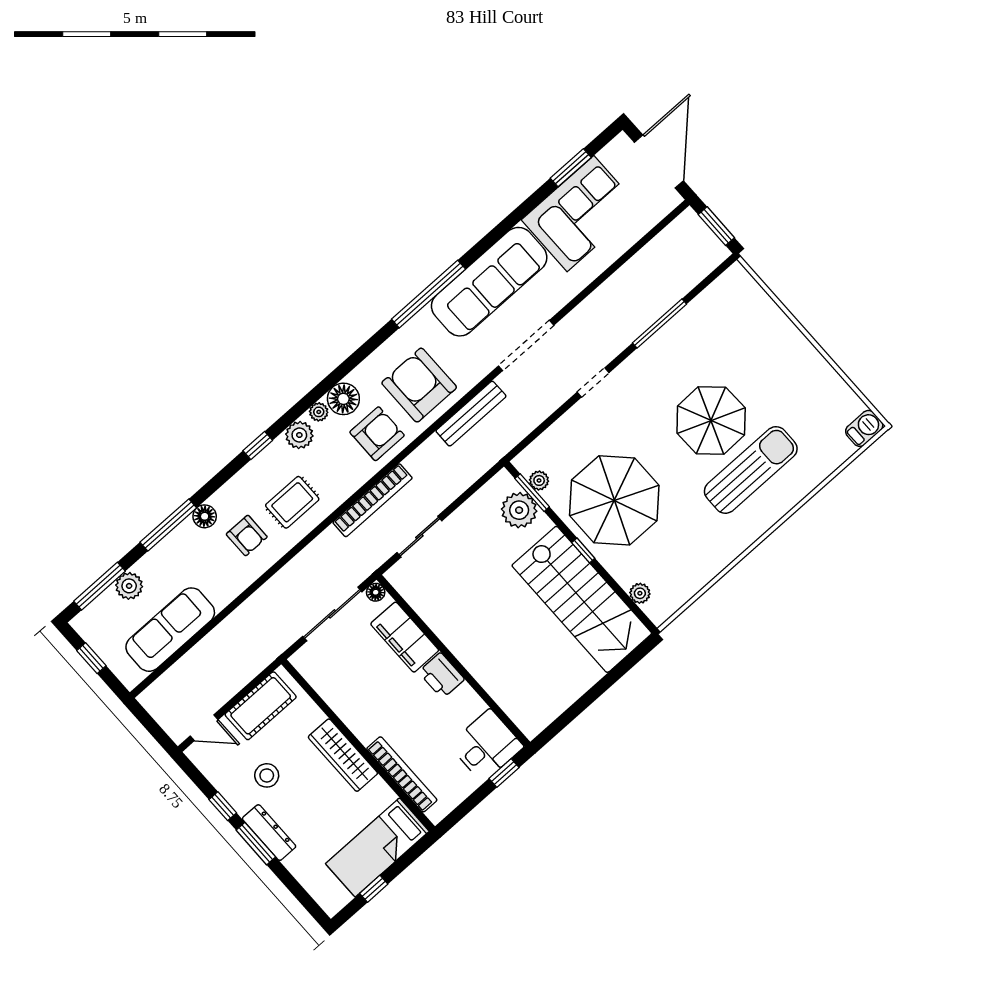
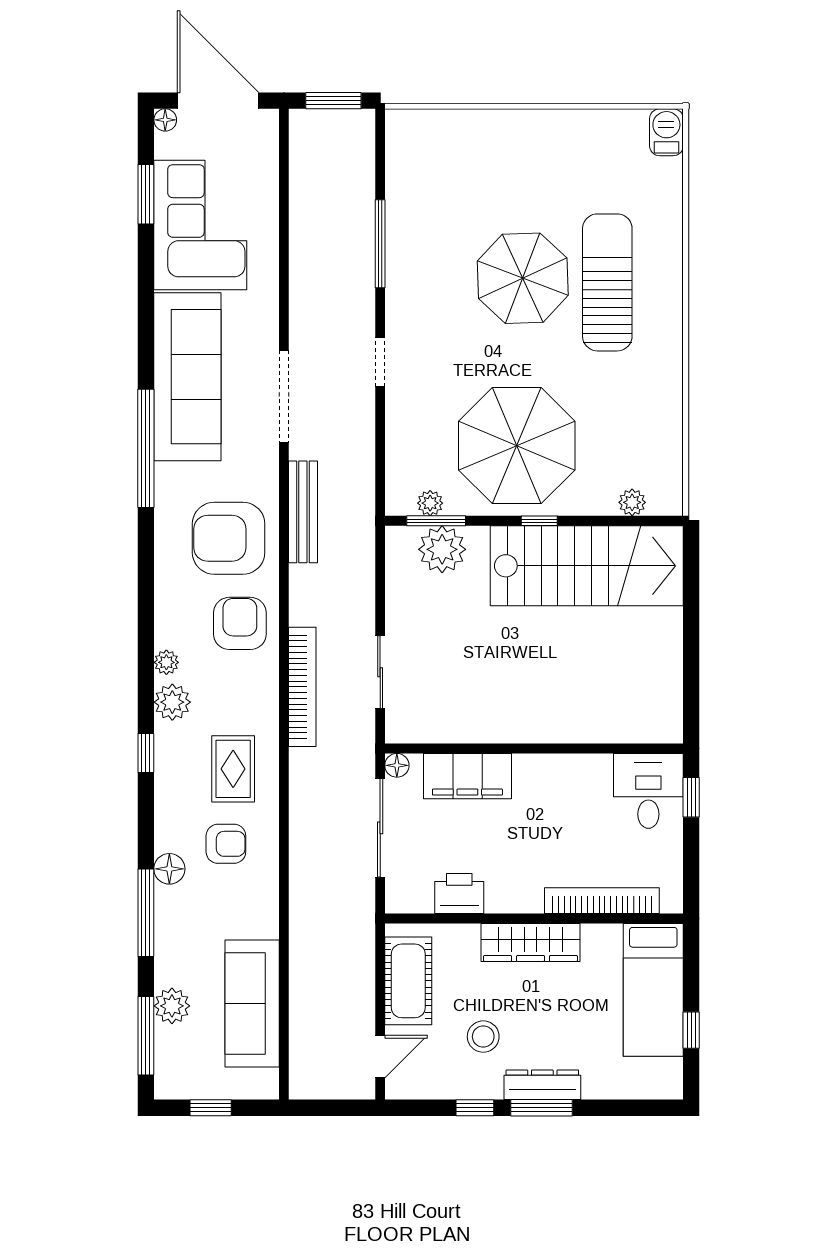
floor lamp: (343, 399) -> (165, 120), moved, width x0.53, depth x0.53
printer: (441, 676) -> (459, 893), moved, turned 180

